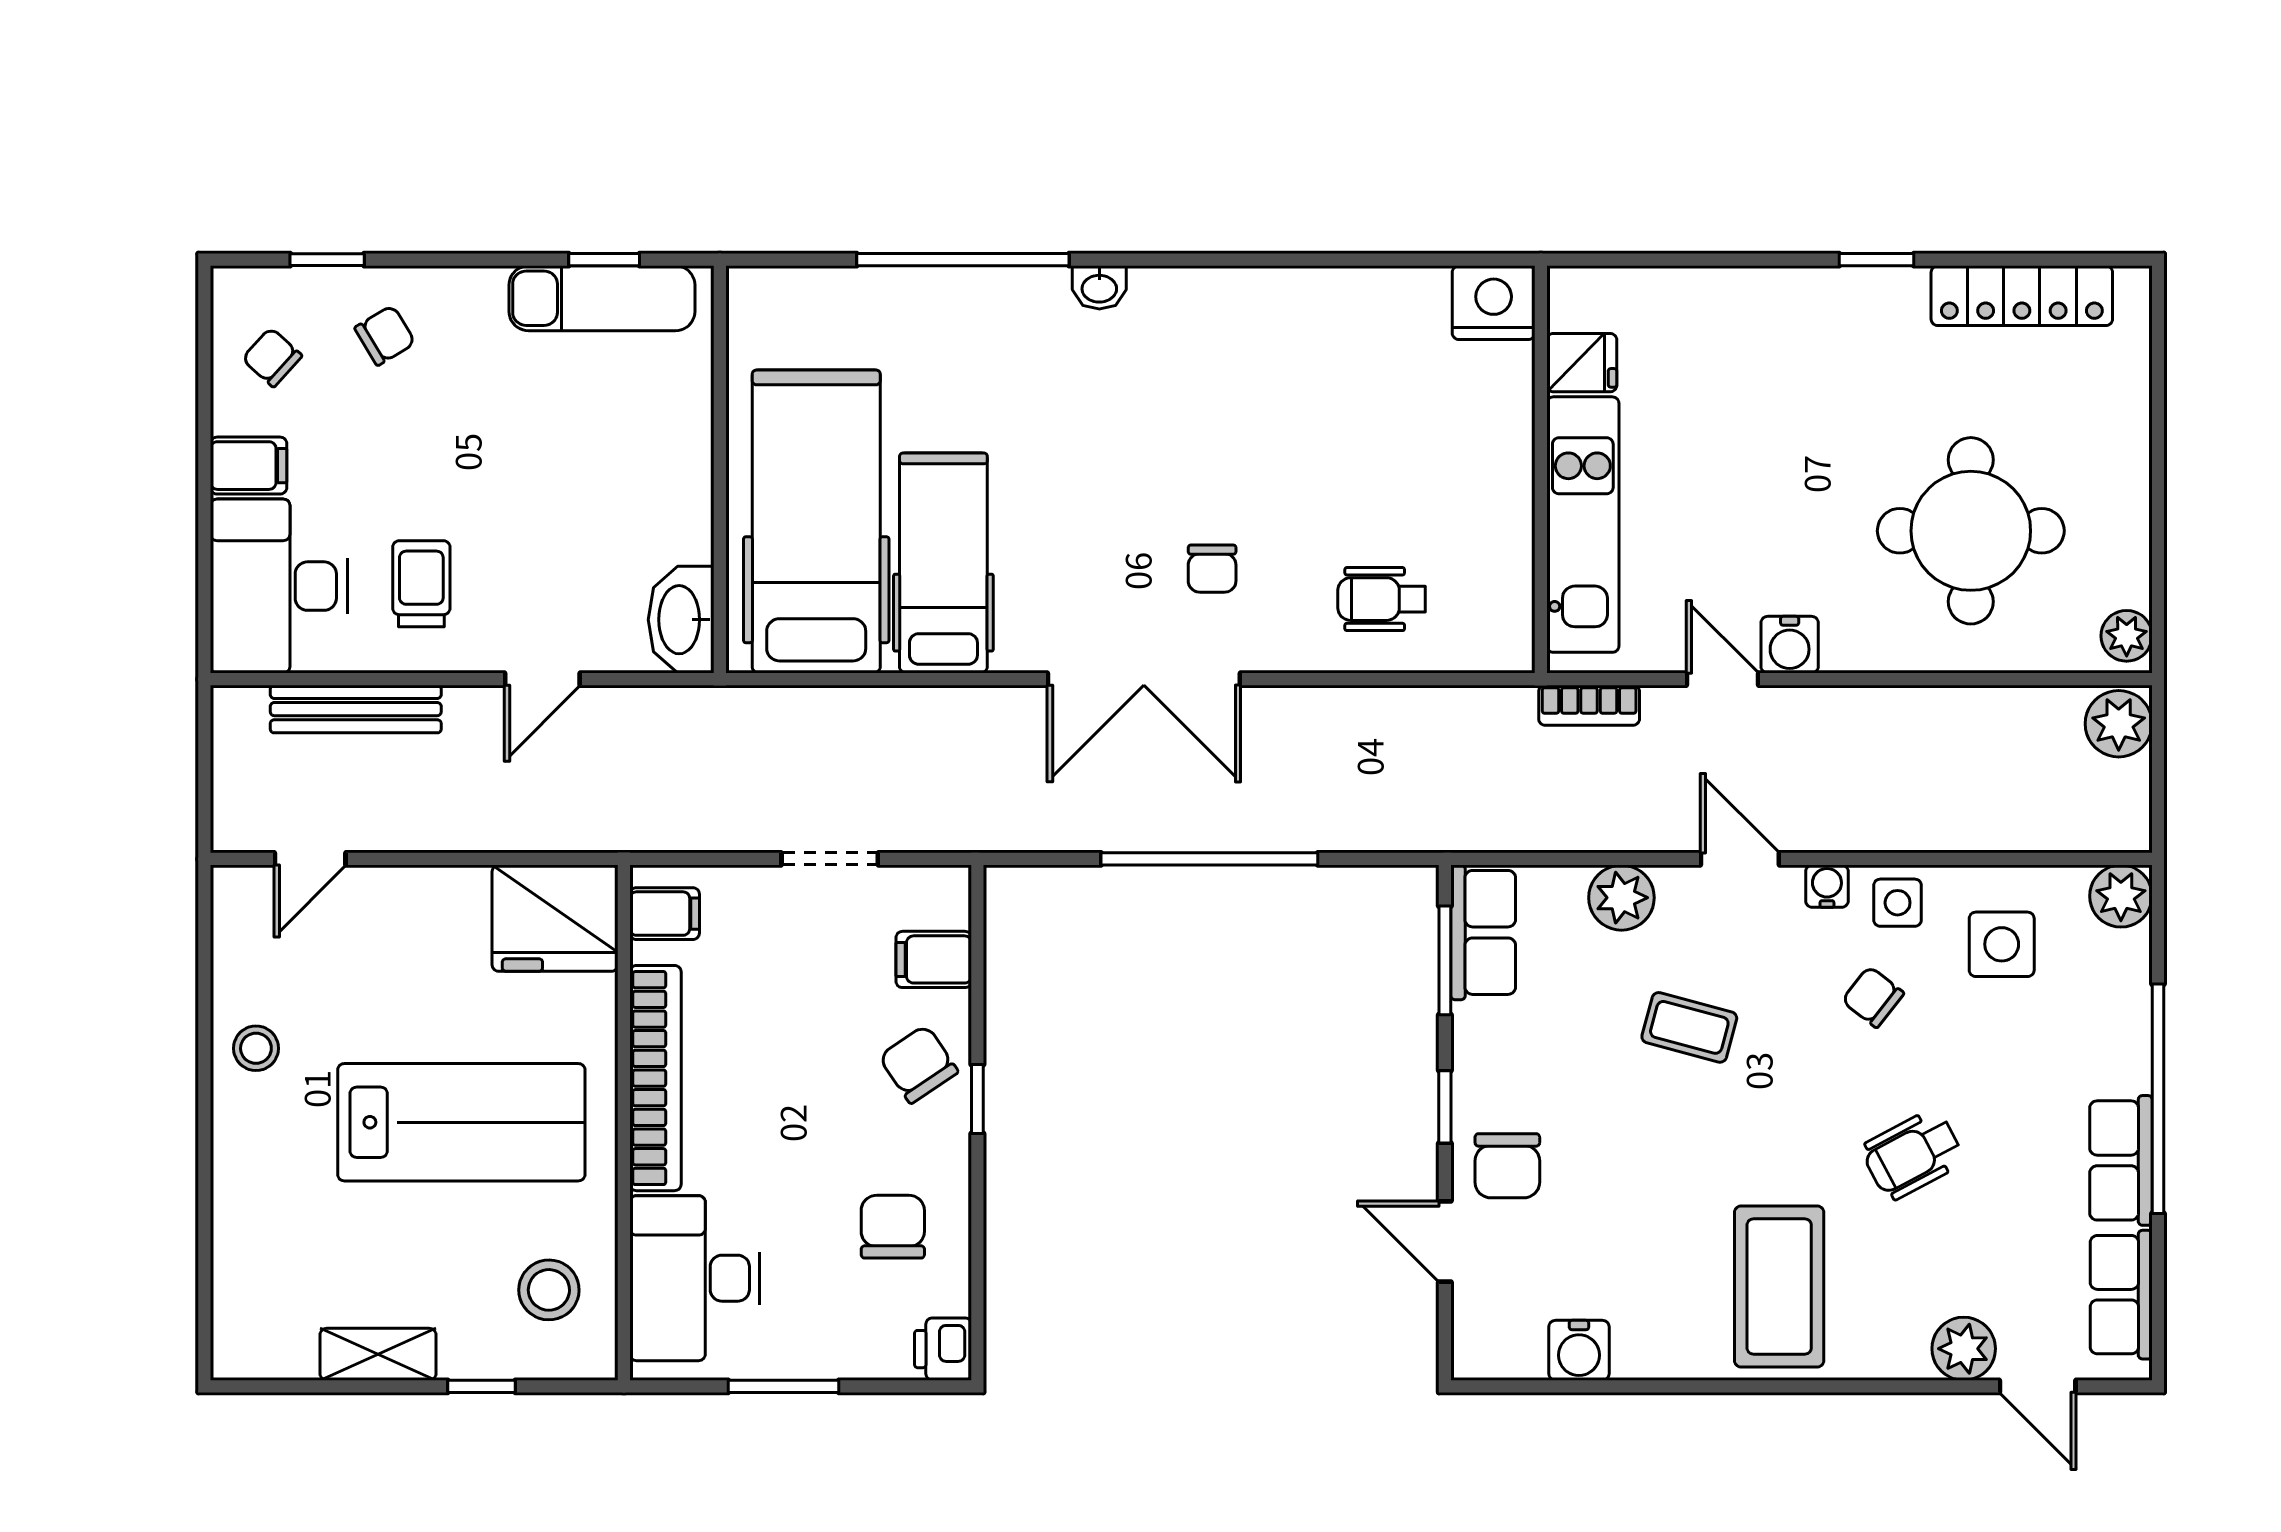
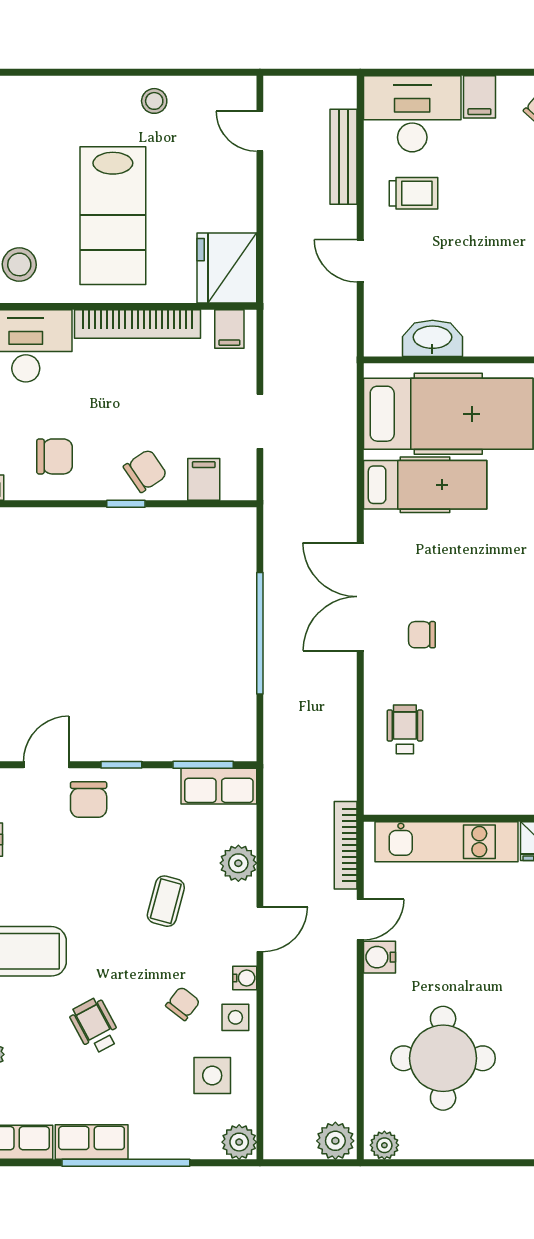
washbasin: (681, 620) -> (432, 338), moved
bookcase: (1589, 705) -> (346, 845), width x1.56
chair: (1507, 1166) -> (89, 800), turned -90

